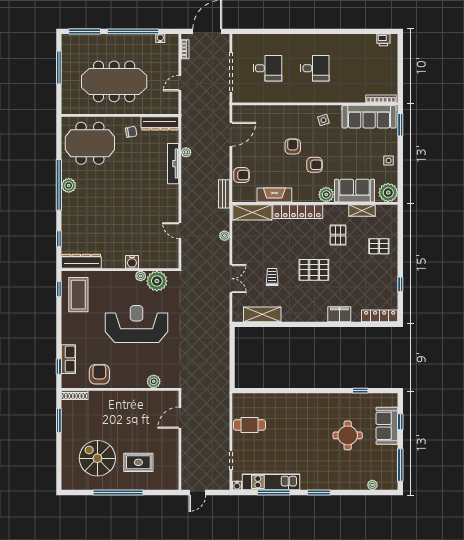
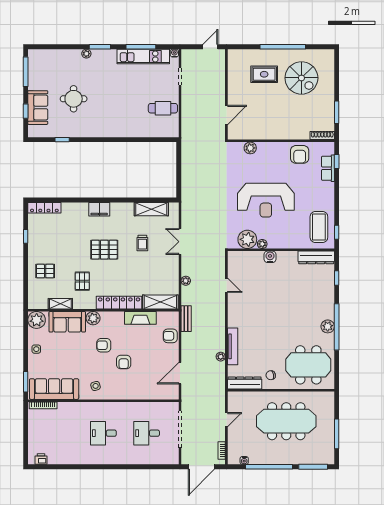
filing cabinet: (339, 314) -> (99, 209), moved
plant: (372, 485) -> (86, 54), moved

